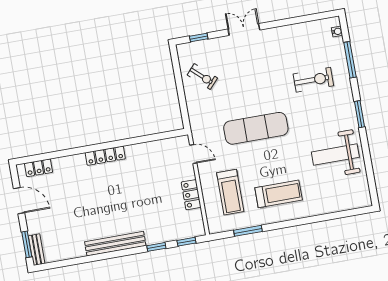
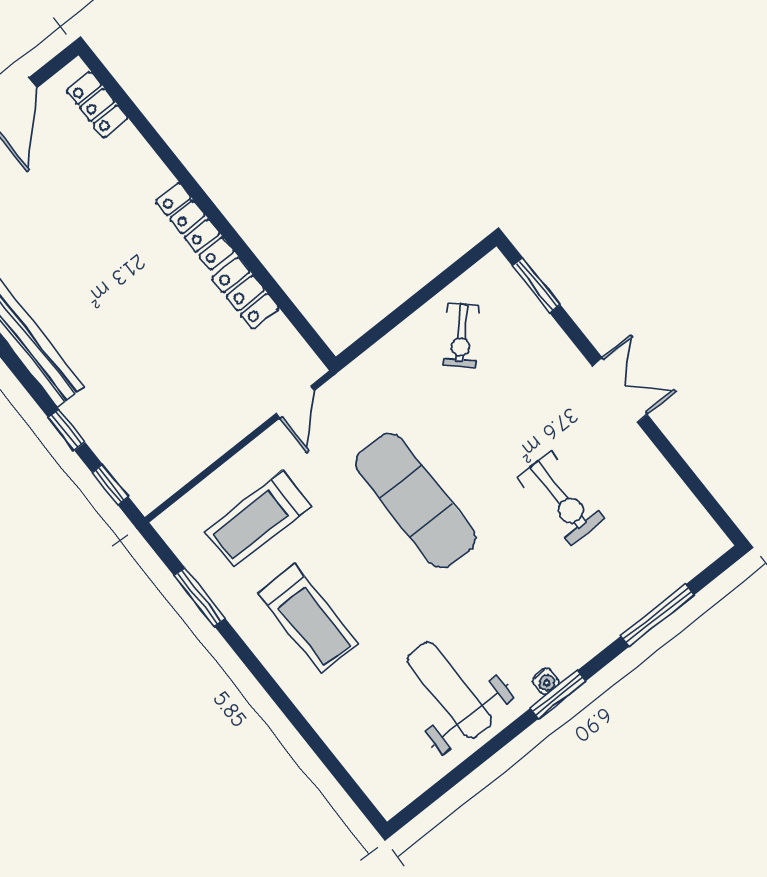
double door: (244, 30) -> (620, 390), moved
water cooler: (337, 31) -> (546, 681), moved
window: (199, 38) -> (536, 285), width x1.50
exercise bike: (313, 80) -> (561, 498), moved
locker: (191, 195) -> (245, 293), moved, turned -90

